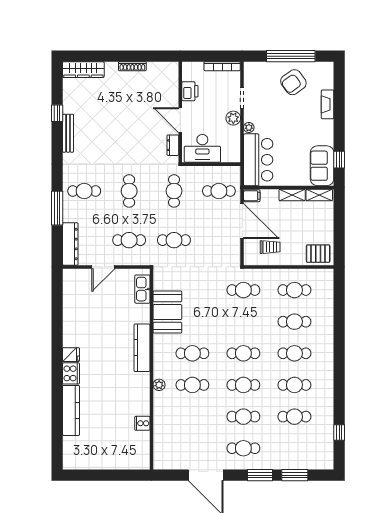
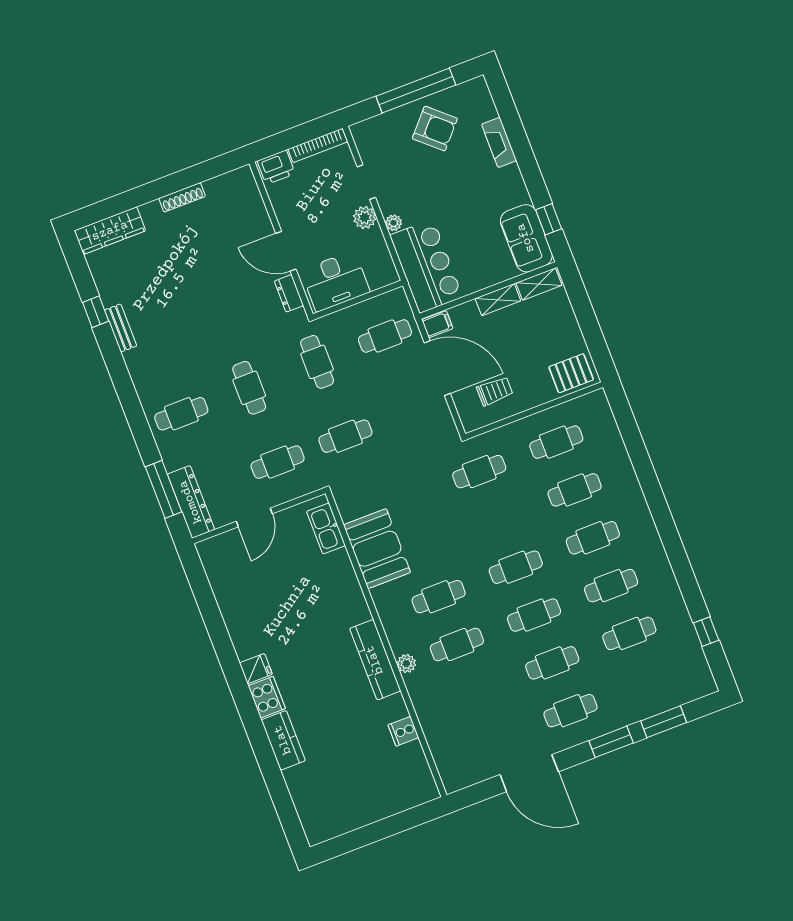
armchair: (293, 82) -> (435, 129), turned -102
printer: (190, 91) -> (276, 167), moved, turned 90
bench: (68, 133) -> (121, 328), width x0.73
window: (57, 208) -> (163, 489), moved
kitchen counter: (142, 348) -> (375, 660), moved
kitchen counter: (71, 410) -> (283, 740), width x0.67

